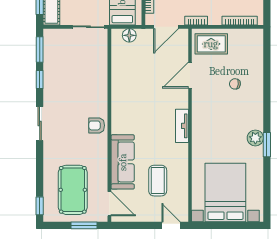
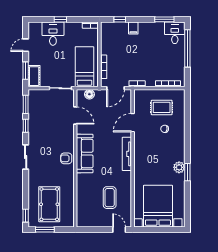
rug: (211, 44) -> (162, 107), moved
tv unit: (182, 126) -> (127, 154), width x1.41
sofa: (123, 162) -> (85, 154), moved
door: (109, 204) -> (75, 115), moved
window: (84, 225) -> (45, 230), moved

